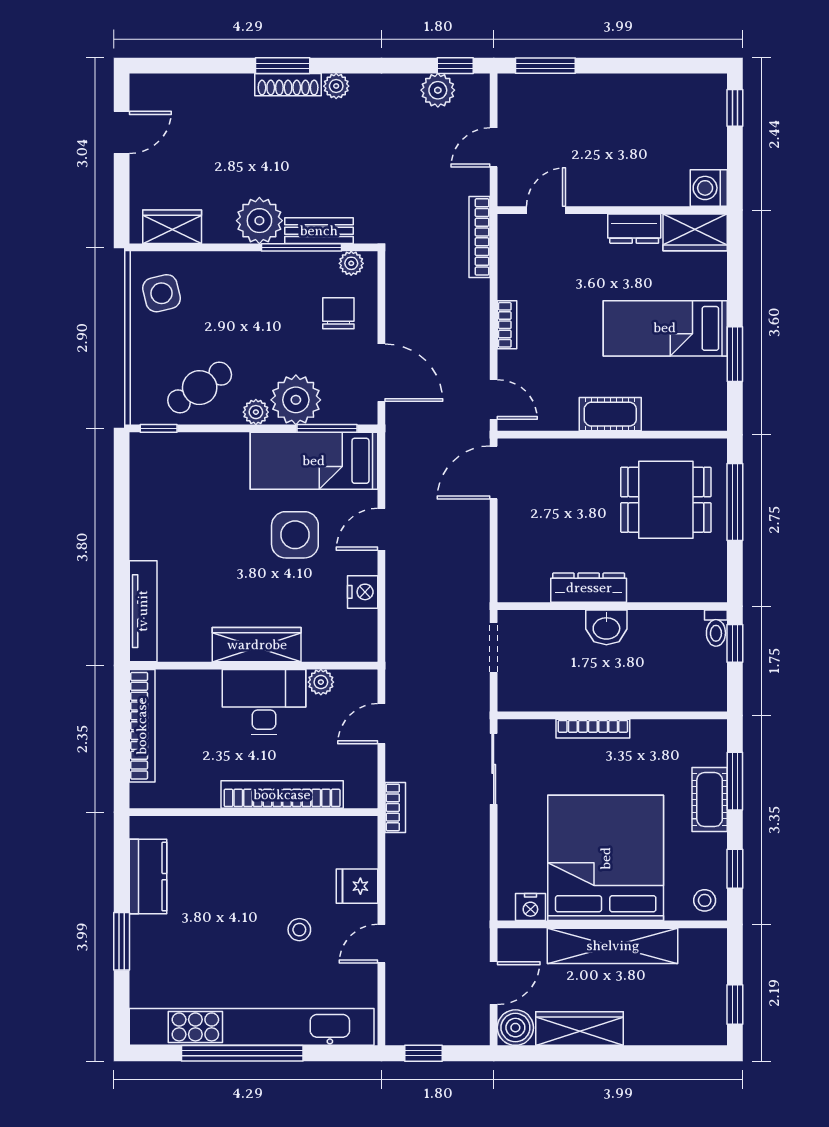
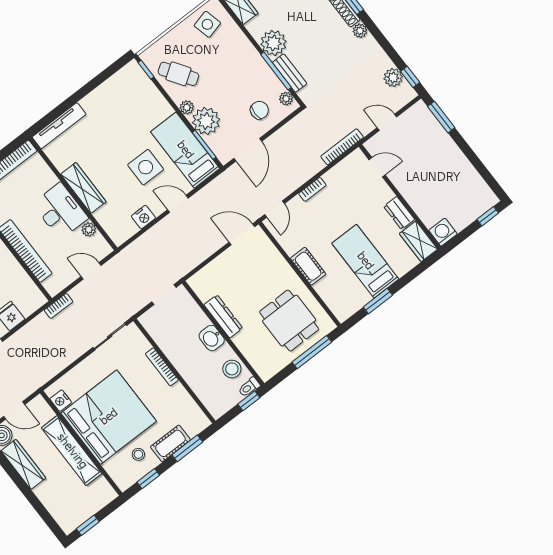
stool: (672, 633) -> (232, 369), added
stool: (705, 900) -> (138, 454), moved

